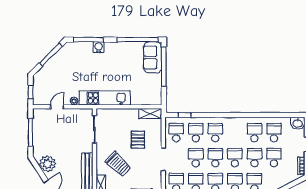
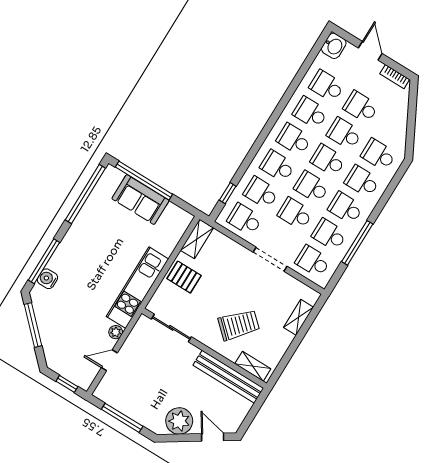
water cooler: (99, 47) -> (48, 279), moved
sofa: (153, 57) -> (140, 200), moved
door: (57, 107) -> (109, 360), hinge flipped
school desk: (235, 133) -> (294, 139), added
pallet: (138, 140) -> (184, 277), moved

